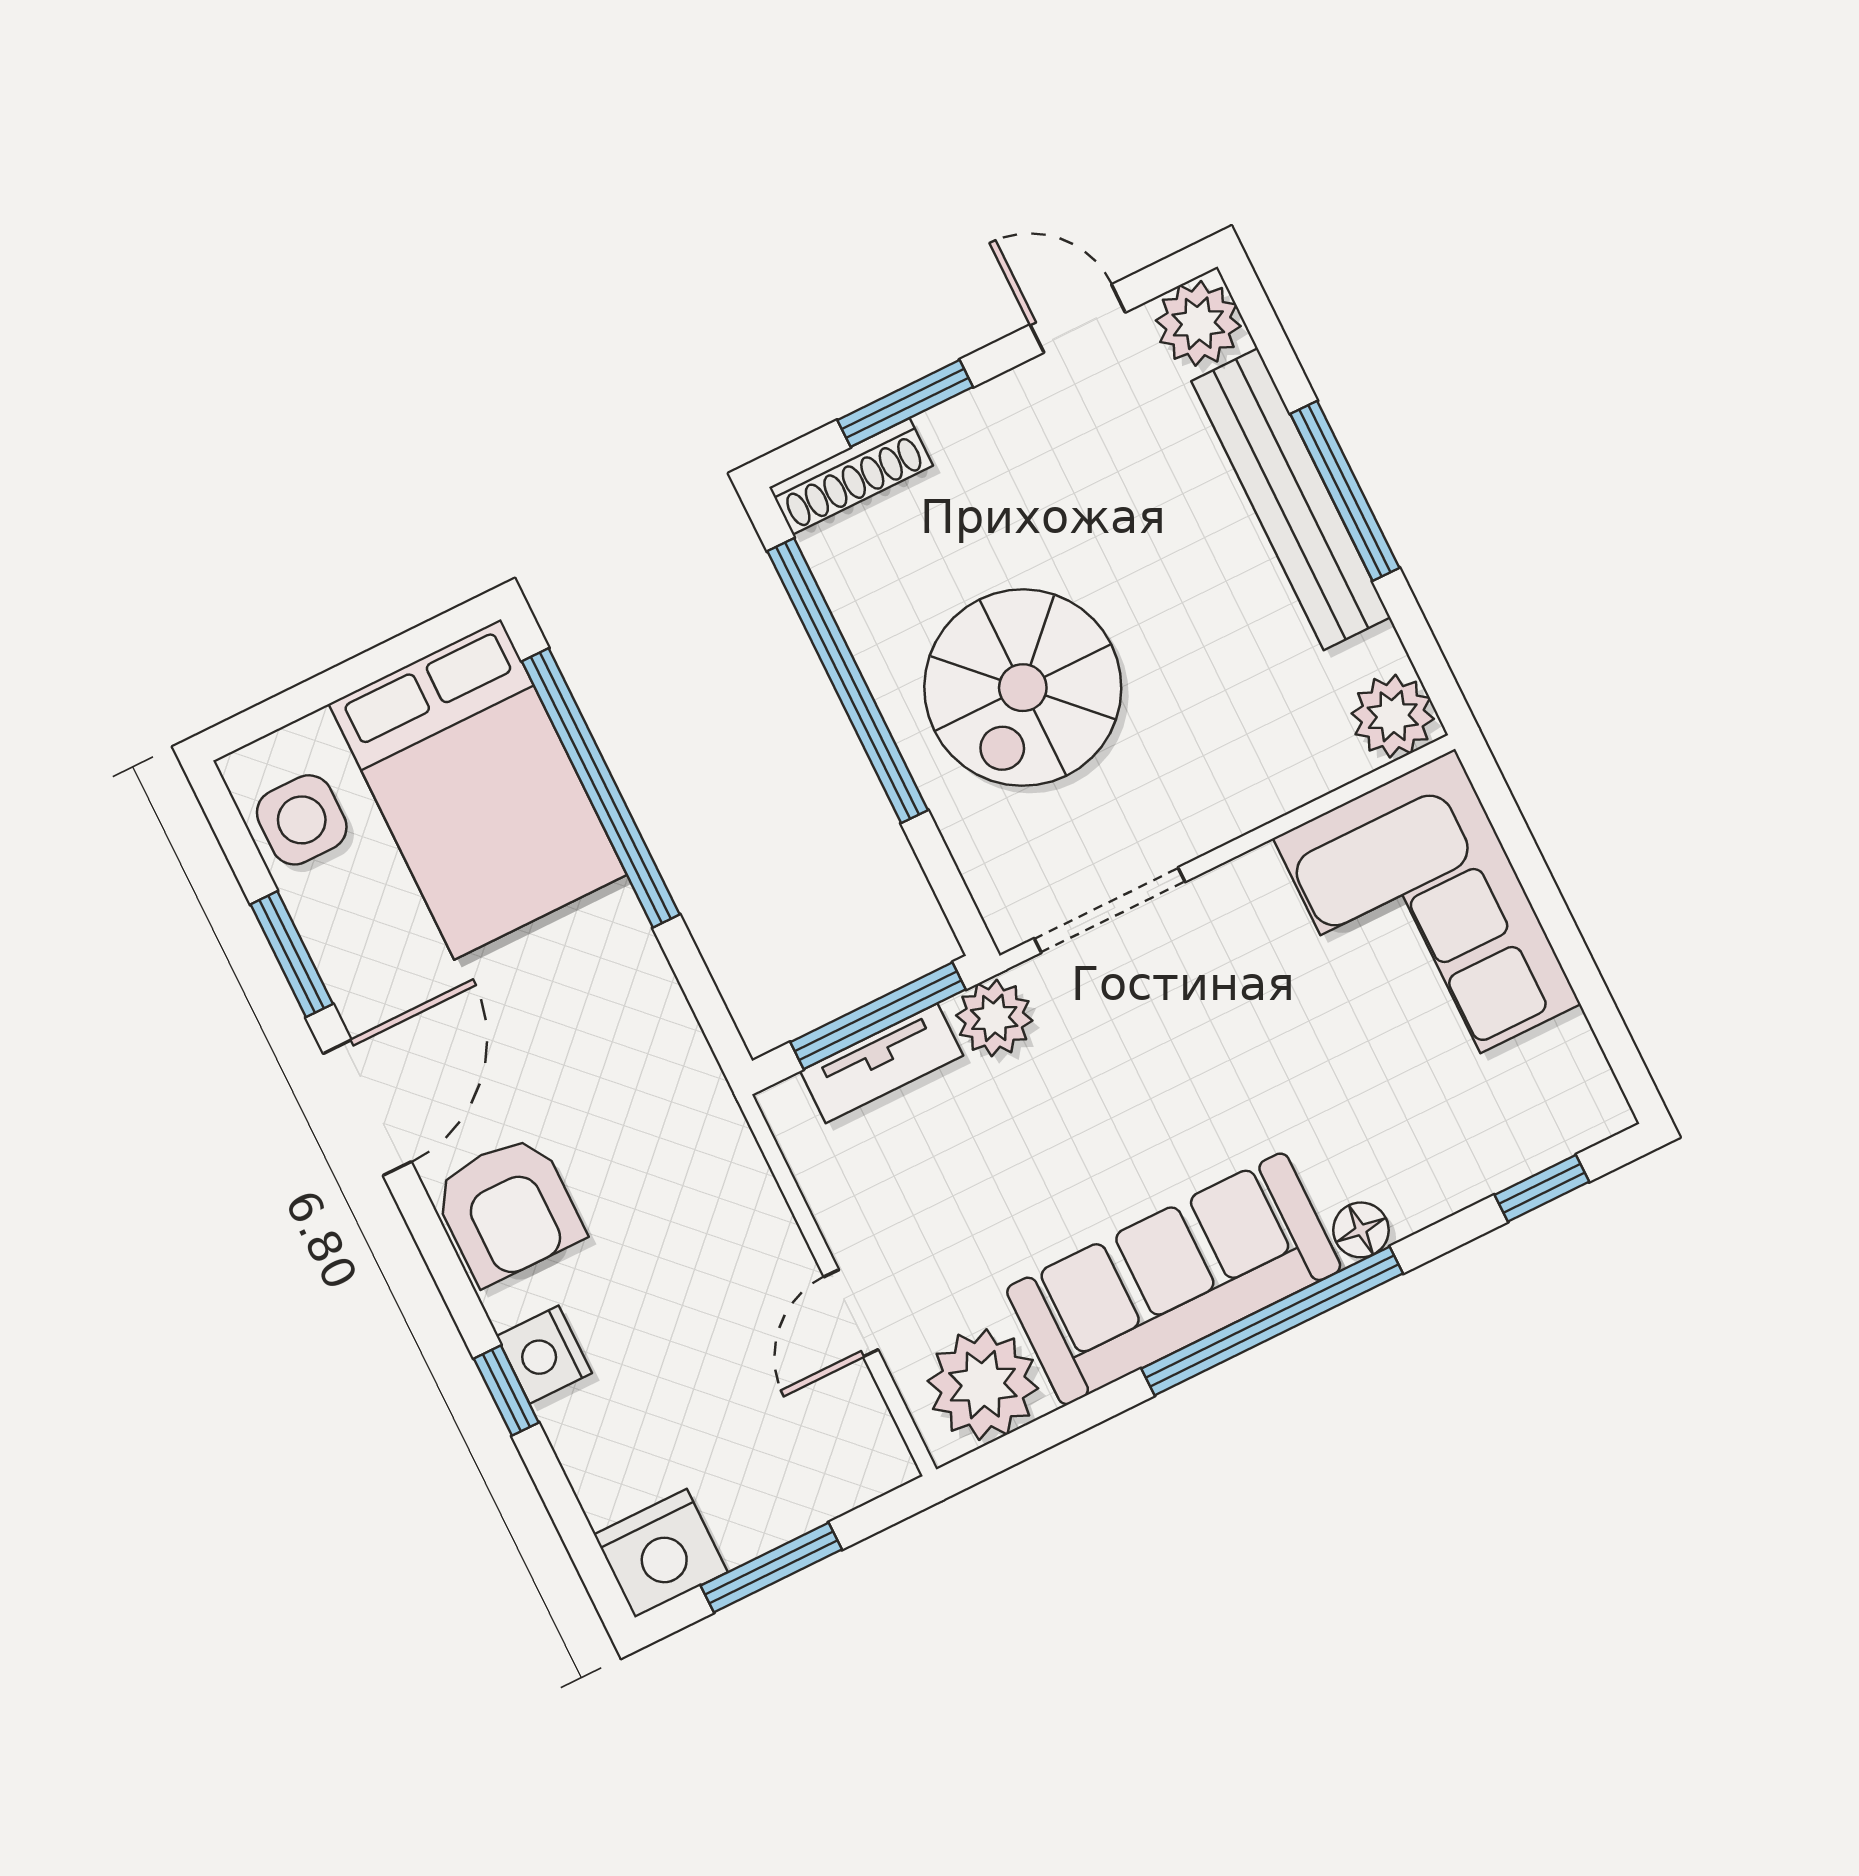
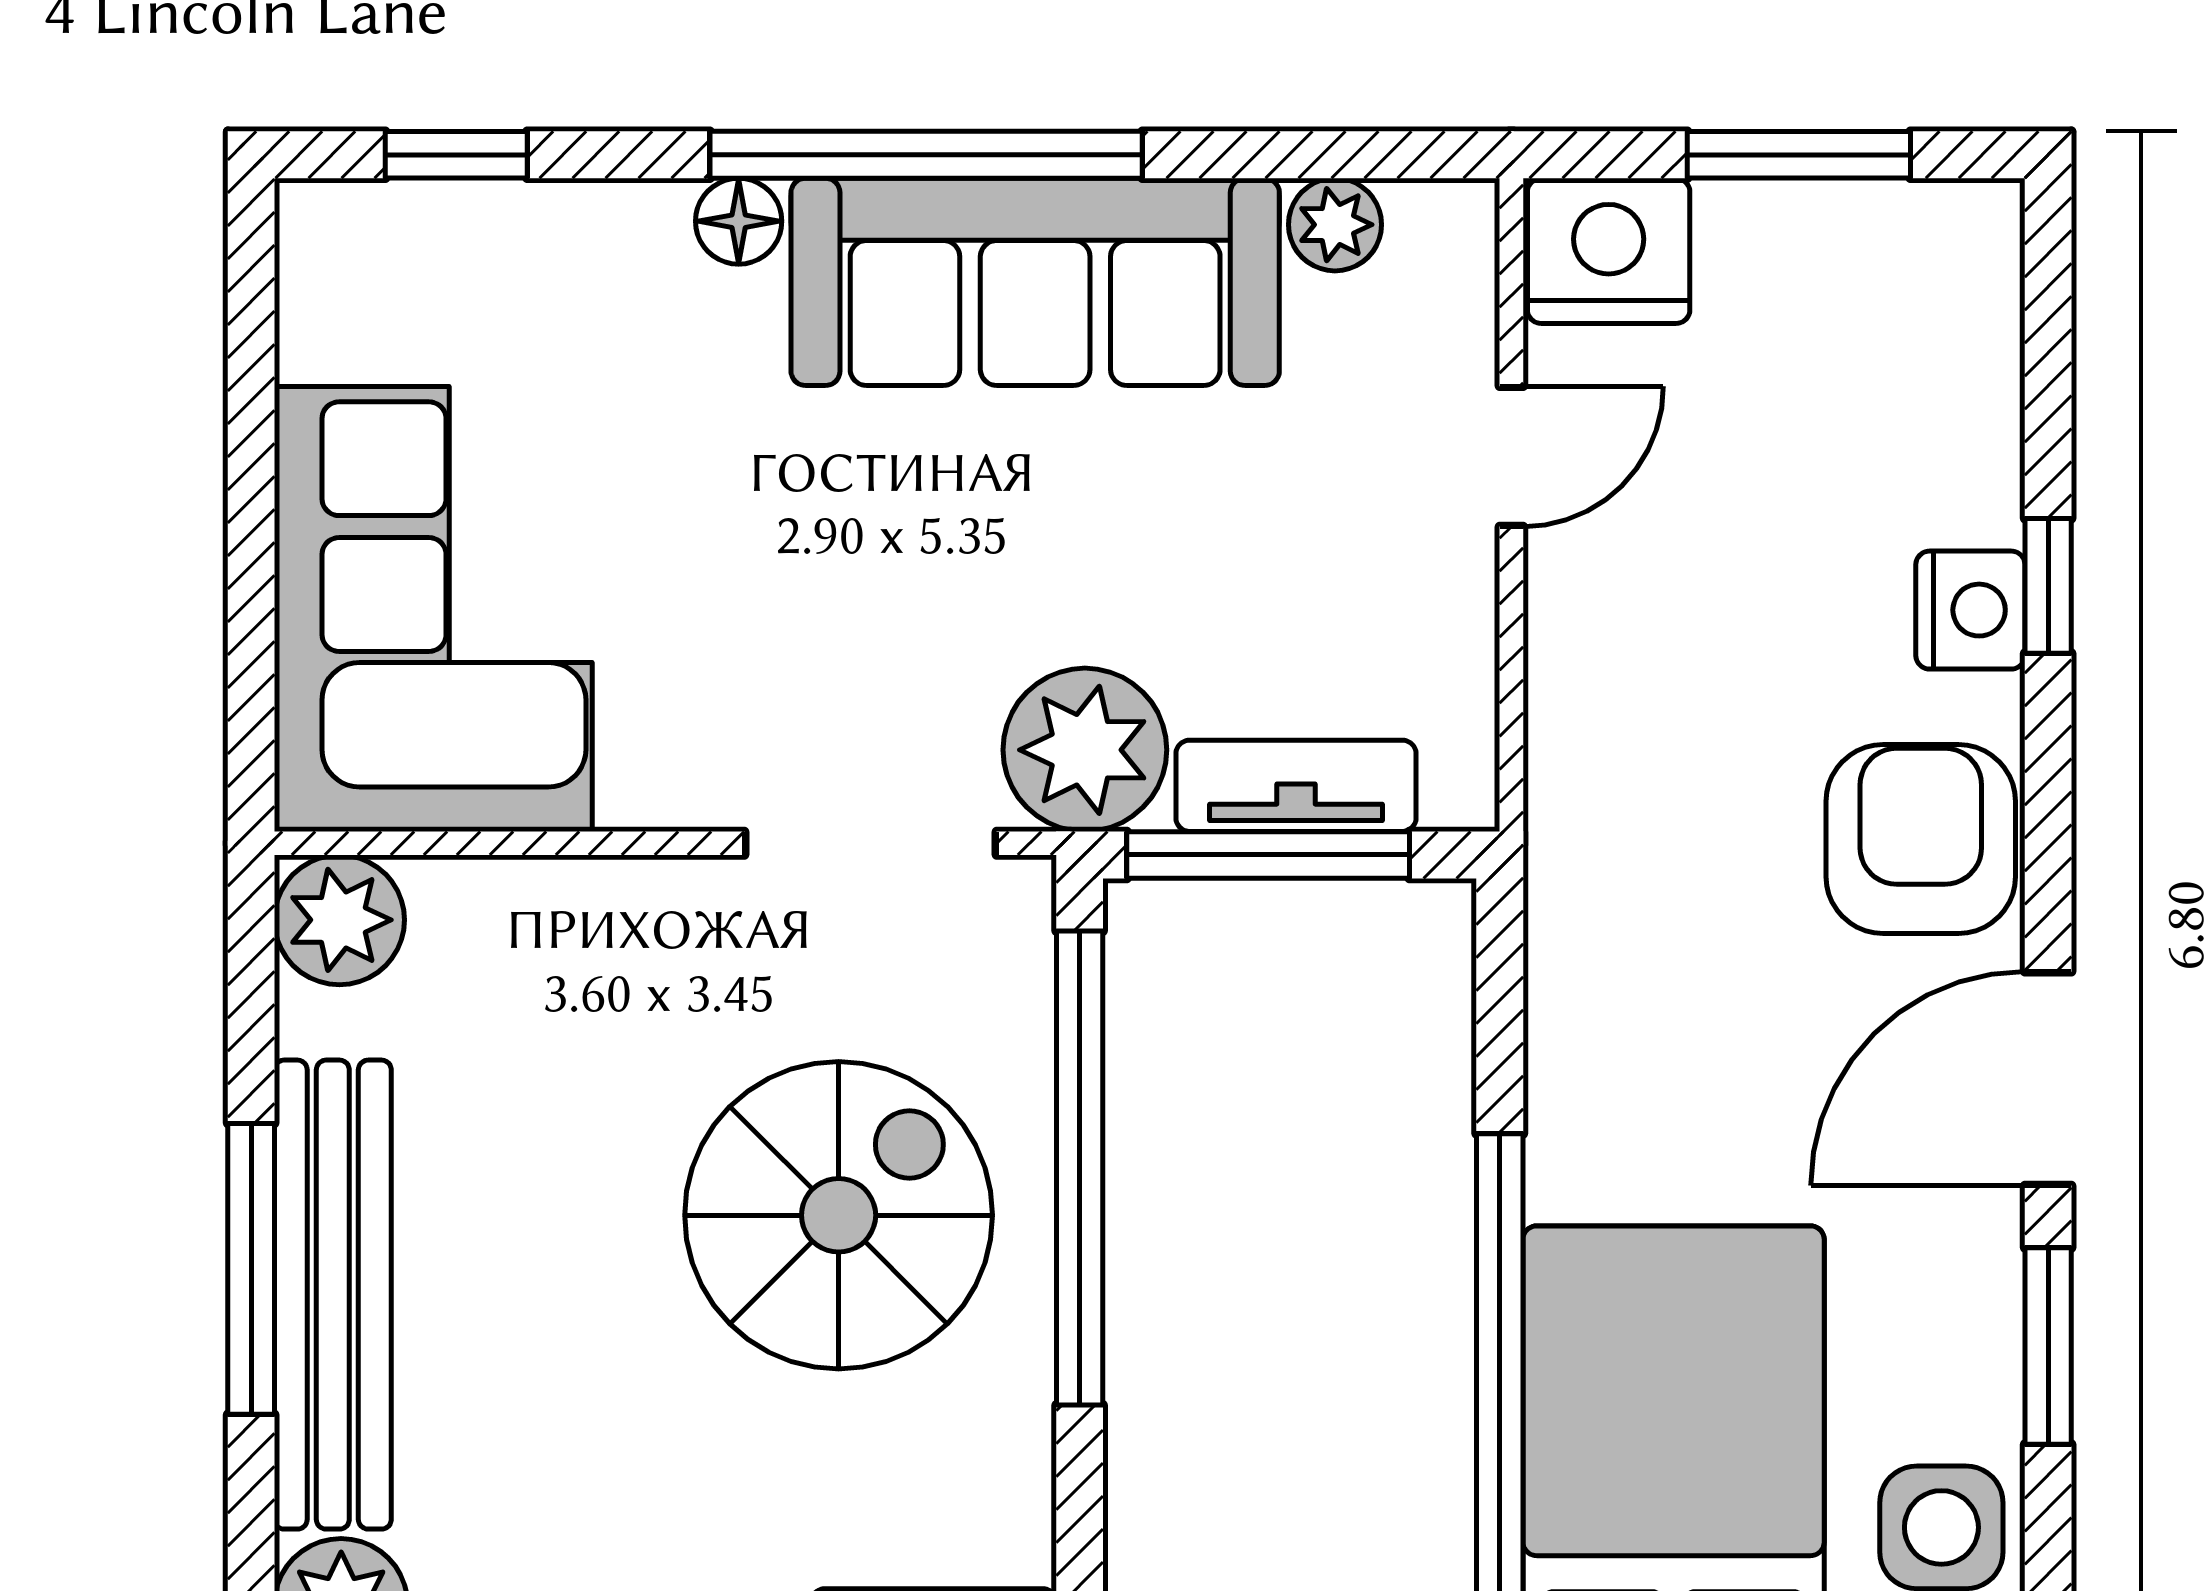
window: (848, 681) -> (1080, 1168), moved
plant: (994, 1018) -> (1085, 750), width x1.36, depth x1.36
plant: (983, 1385) -> (1335, 225), width x0.53, depth x0.53
nightstand: (661, 1553) -> (1609, 251), moved

